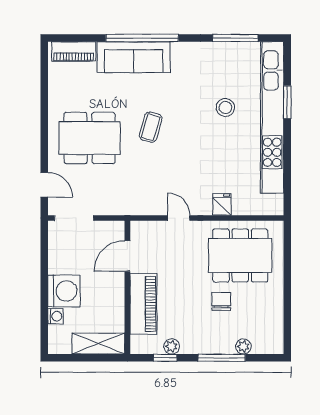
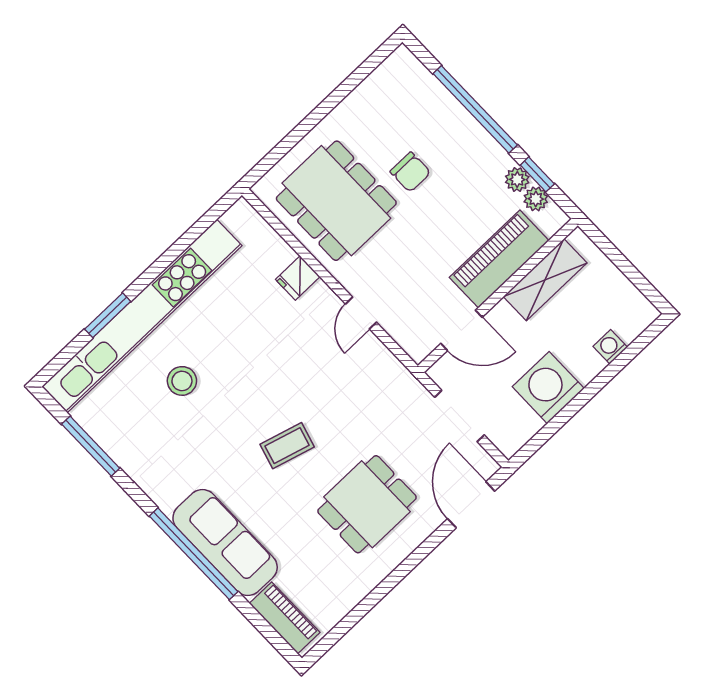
dining table: (90, 138) -> (367, 504), width x0.73
door: (44, 185) -> (471, 505), width x1.38
doorway: (74, 218) -> (459, 416), moved
washing machine: (64, 291) -> (548, 388), moved
chair: (221, 301) -> (410, 172), turned -90
shelving: (98, 344) -> (545, 280), moved, turned 90
plant: (243, 346) -> (536, 199), moved
window: (222, 358) -> (475, 109), width x1.46

